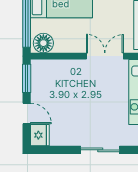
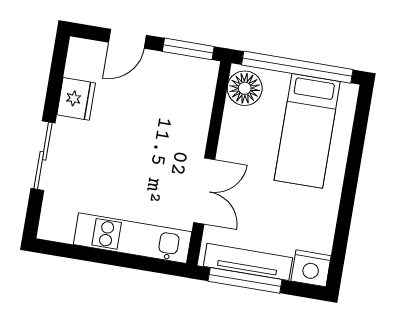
fridge: (40, 135) -> (76, 99), moved, turned -90

